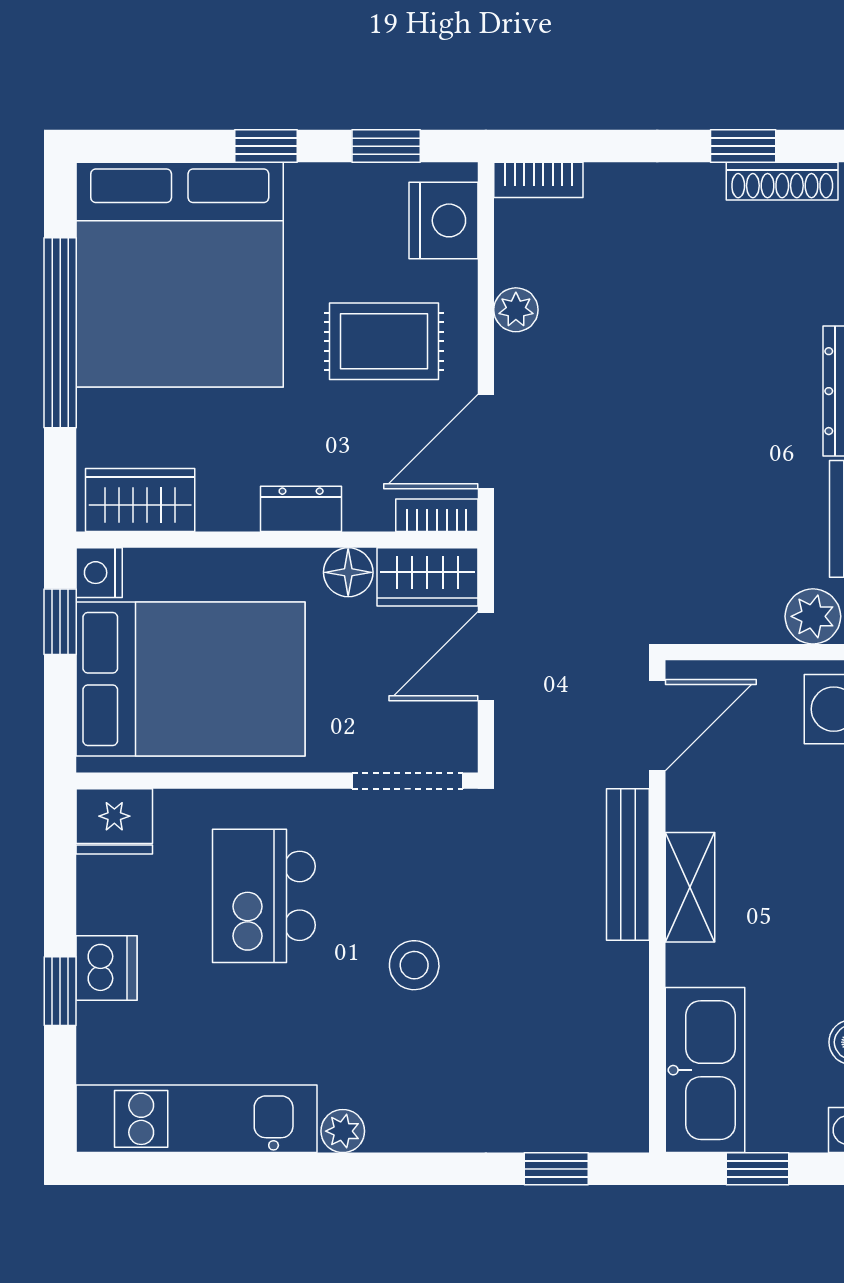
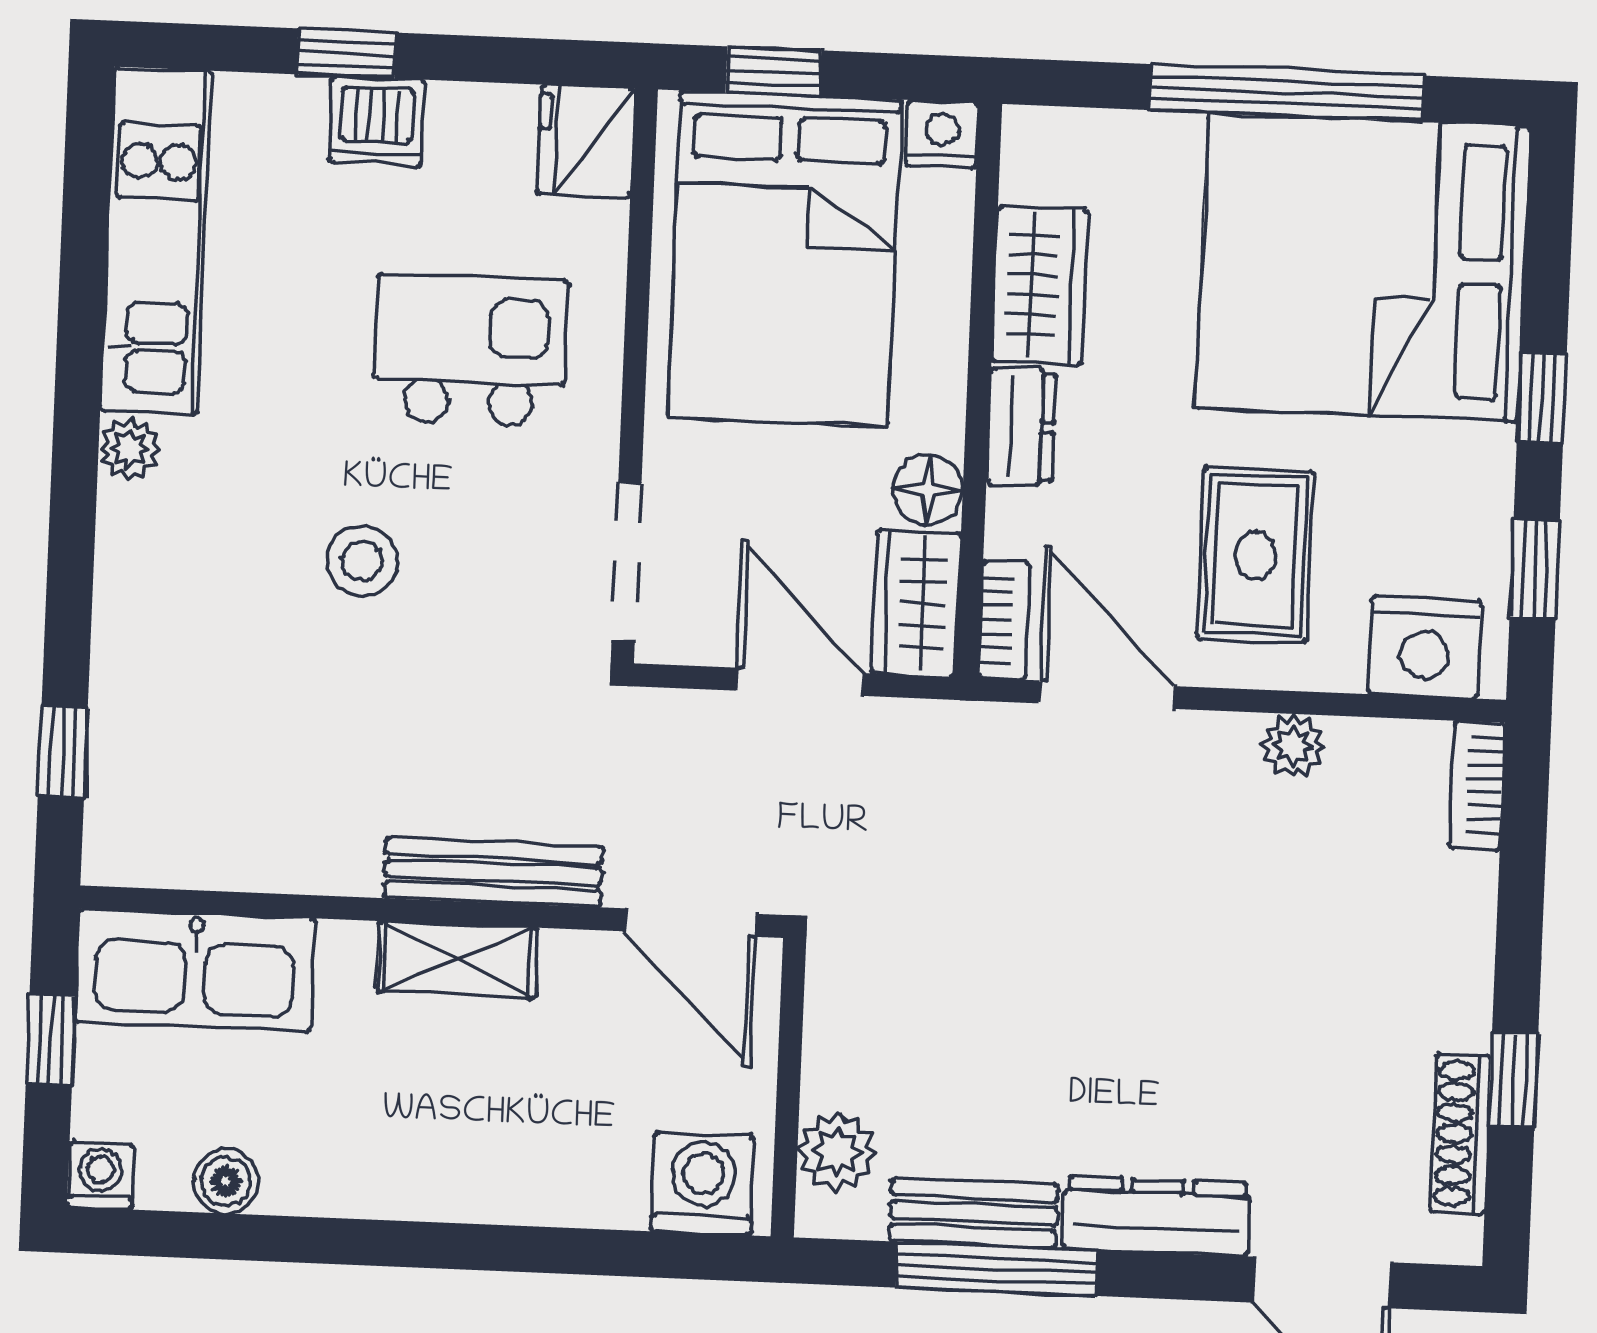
wardrobe: (140, 500) -> (1040, 285), moved
window: (60, 622) -> (773, 71), moved

